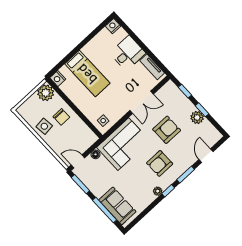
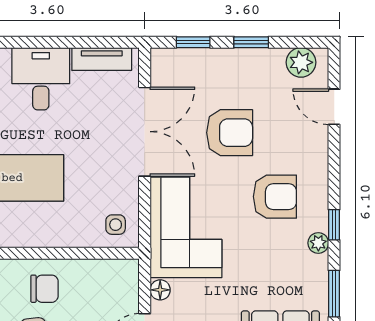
double door: (142, 102) -> (145, 132), width x1.37
plant: (197, 117) -> (301, 62), moved
armchair: (167, 130) -> (230, 133), turned 90
armchair: (160, 163) -> (275, 197), turned -90
window: (186, 175) -> (334, 294), moved

